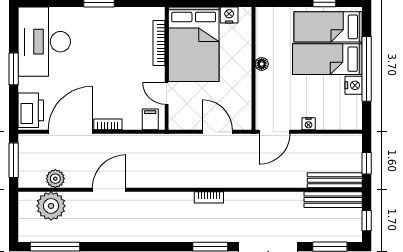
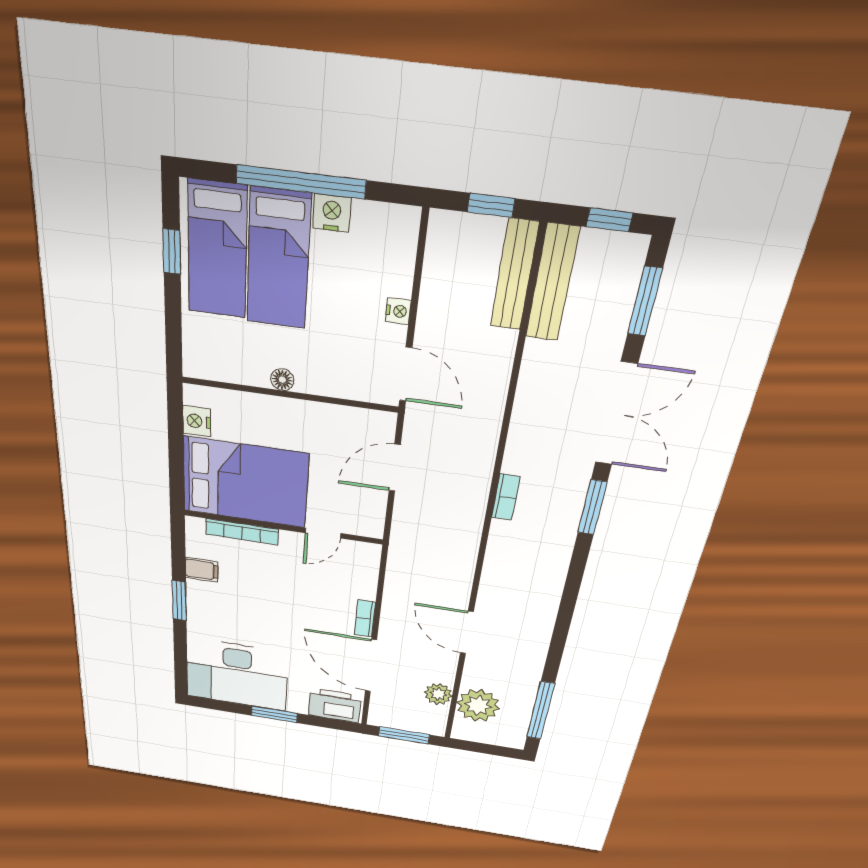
filing cabinet: (150, 119) -> (202, 570), moved, turned 180

